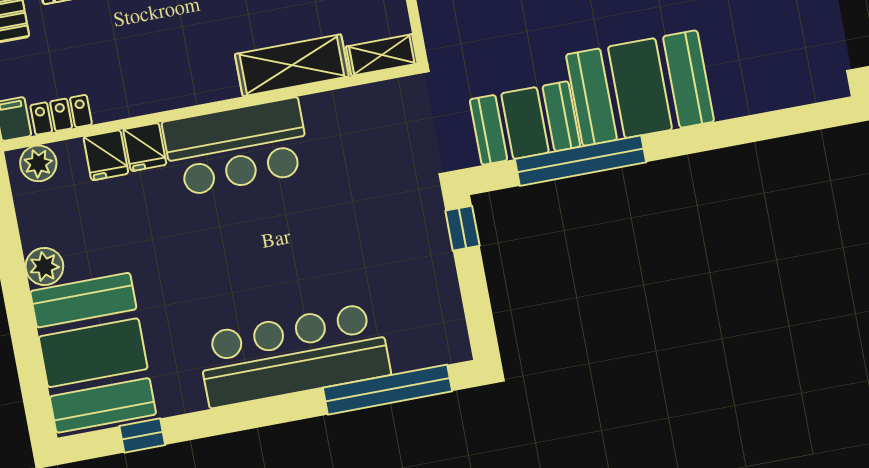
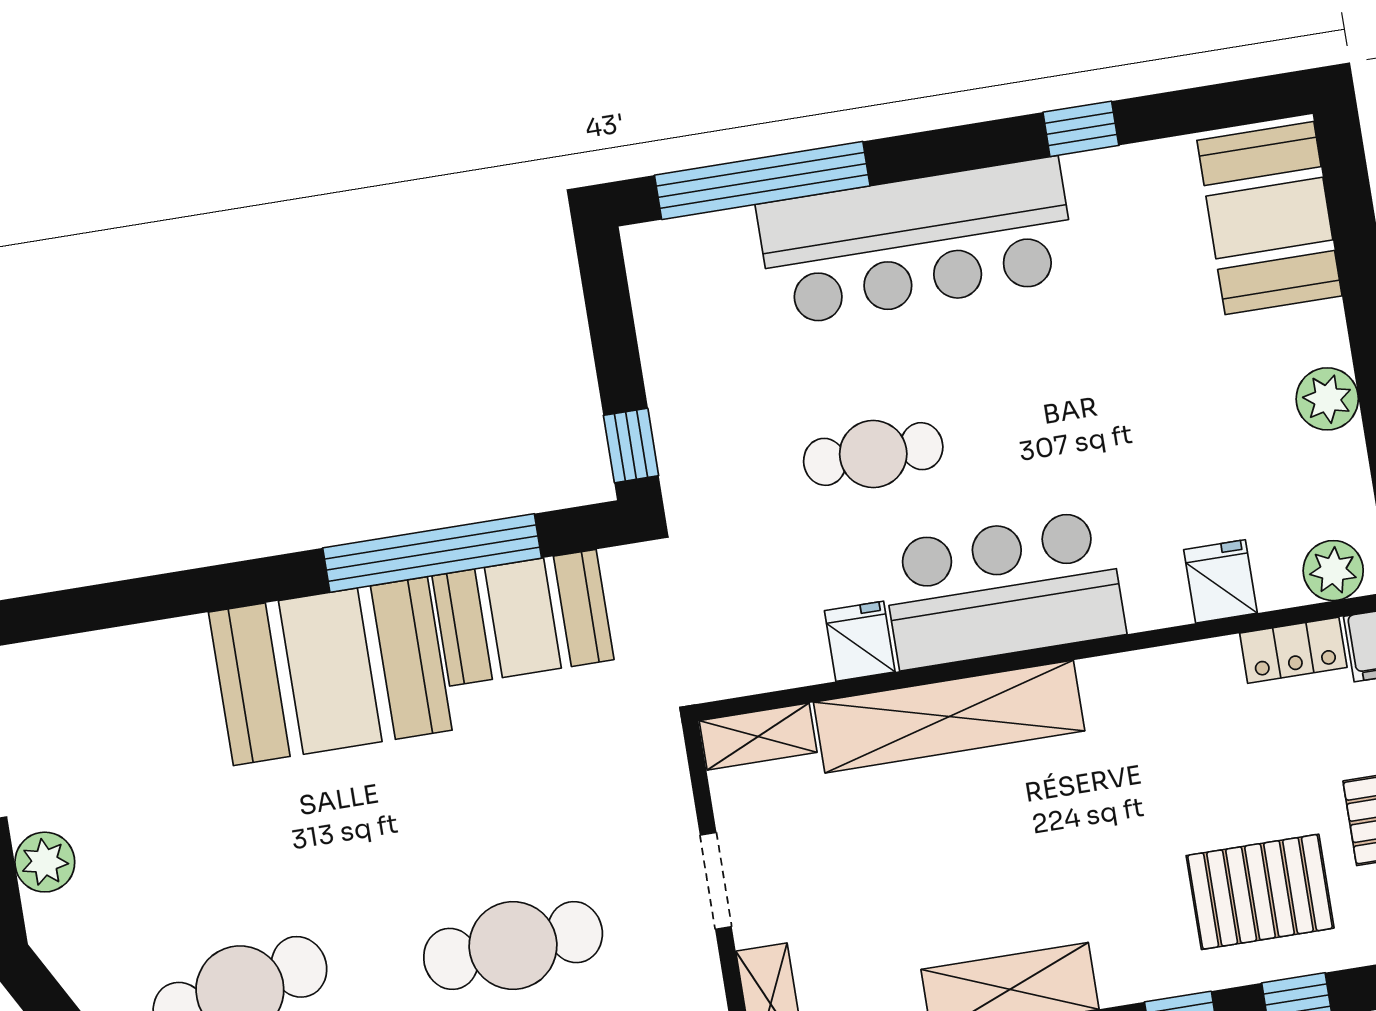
shelving: (292, 65) -> (949, 717), width x1.47
fridge: (145, 147) -> (860, 641), moved
cafe table: (317, 227) -> (873, 454), added
booth: (93, 353) -> (1269, 218), width x0.73, depth x0.70
window: (142, 435) -> (1081, 129), moved

